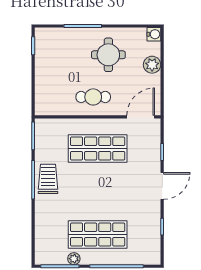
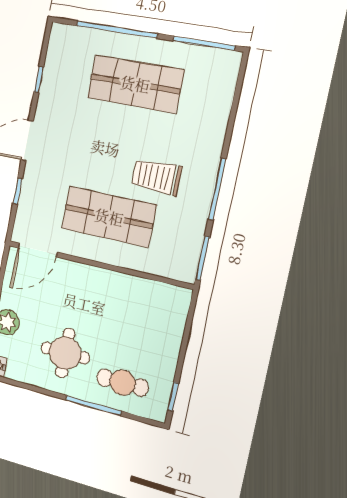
cafe table: (93, 97) -> (122, 383), moved
trolley: (48, 179) -> (157, 177), moved, turned 90
plant: (74, 259) -> (179, 52), removed

